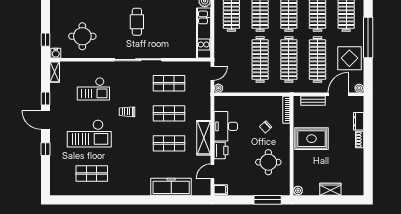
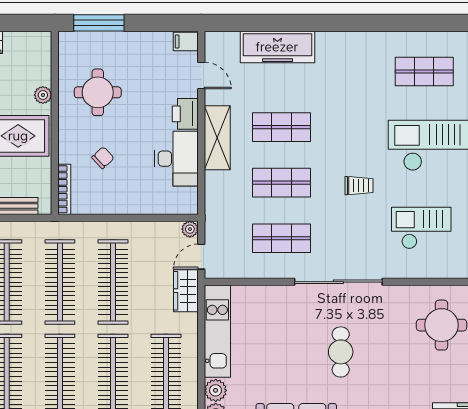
wardrobe: (221, 55) -> (186, 291), added
door: (212, 171) -> (201, 76), hinge flipped
plant: (298, 191) -> (43, 95), moved

